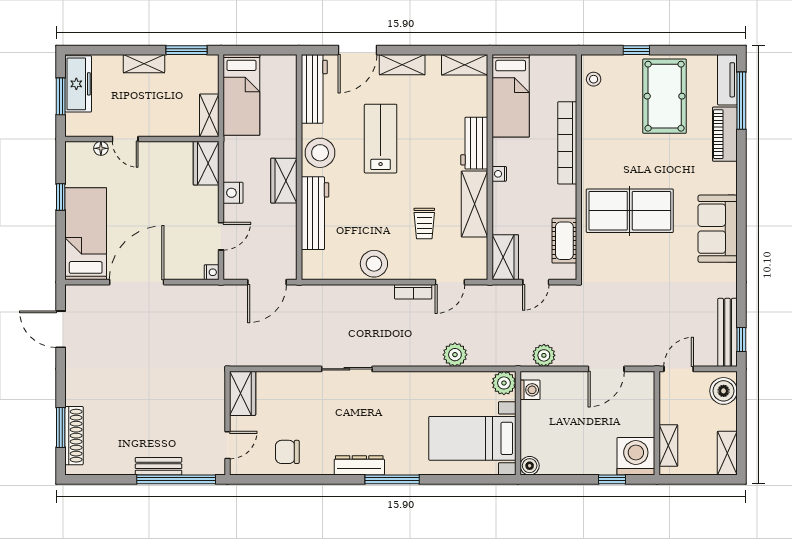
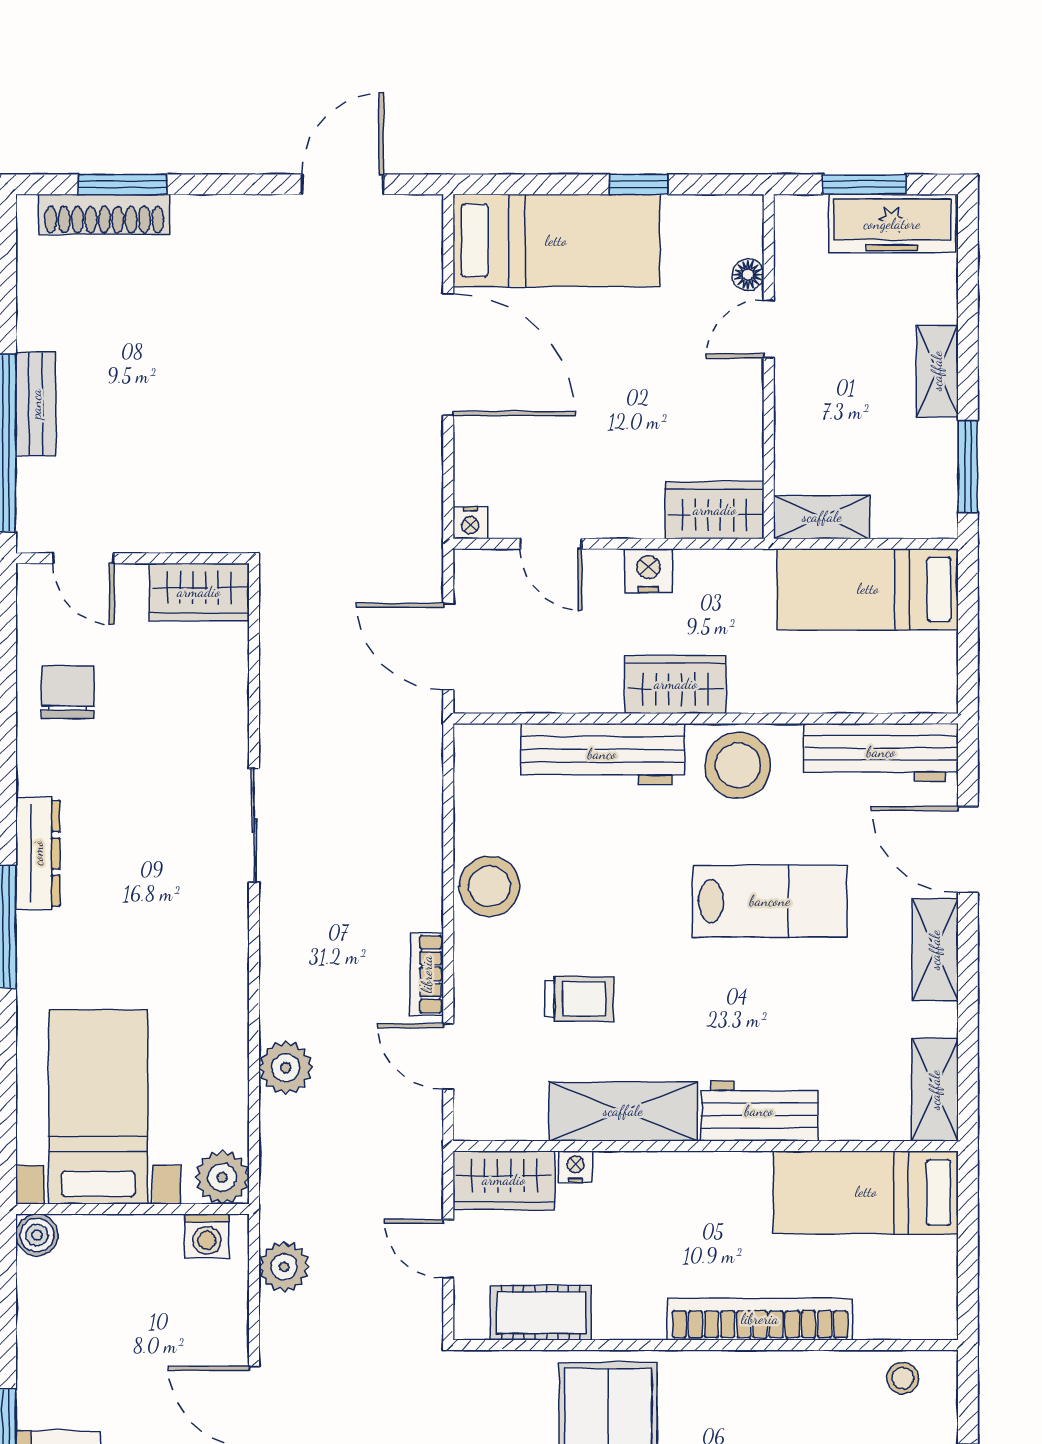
nightstand: (499, 174) -> (576, 1167), moved
trolley: (424, 224) -> (579, 999), turned 180

